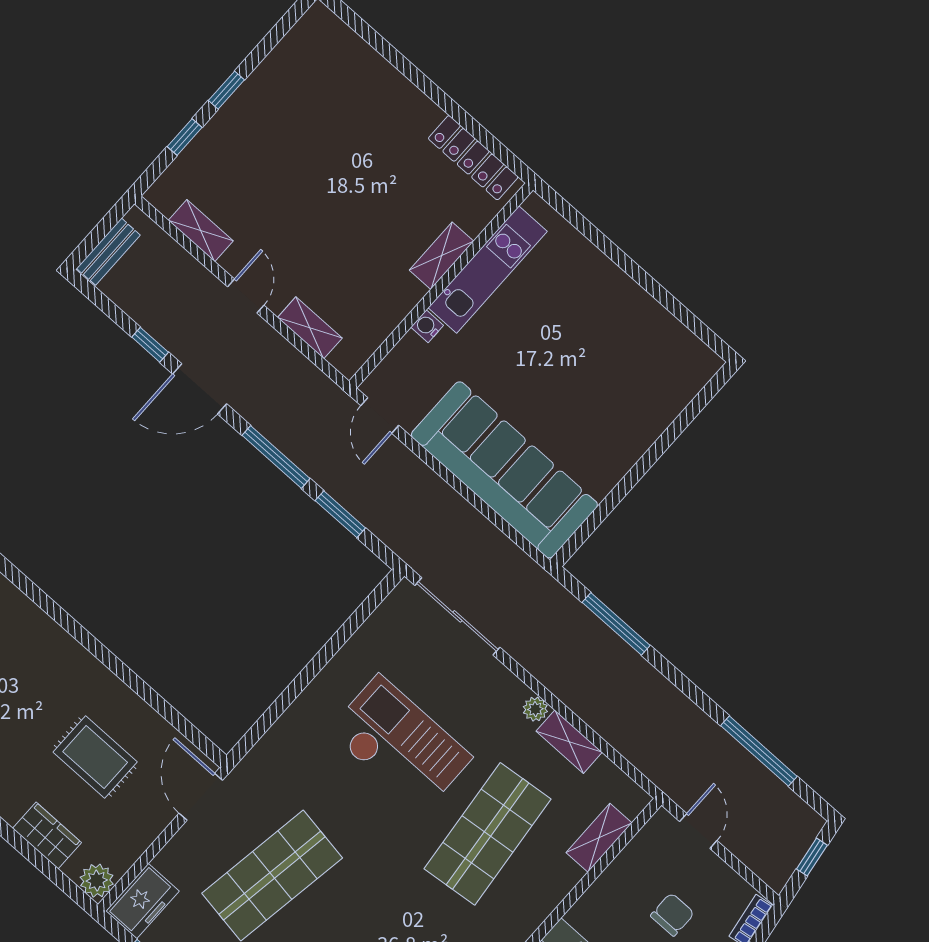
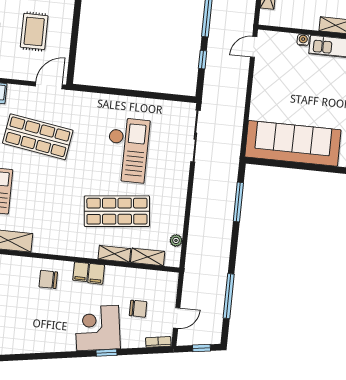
sofa: (504, 470) -> (293, 143), moved, turned -90
window: (340, 514) -> (203, 60), width x0.67
plant: (535, 709) -> (176, 240), moved
shelving: (569, 742) -> (114, 254), moved, turned 90
door: (698, 831) -> (177, 318), moved

